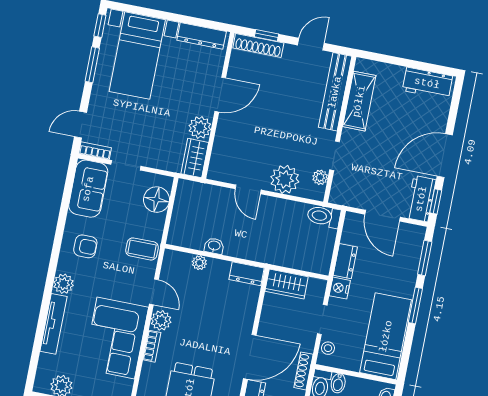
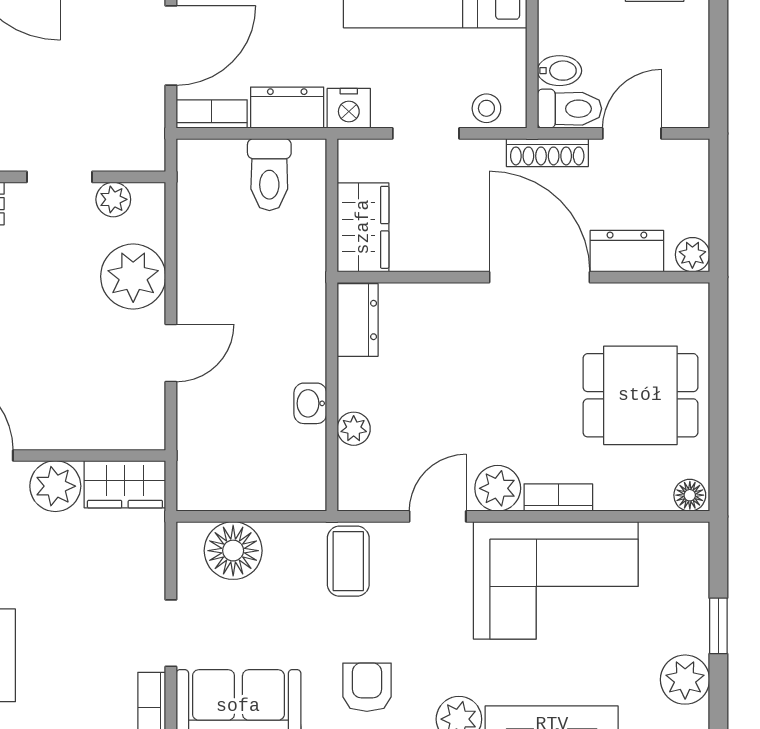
toilet: (324, 216) -> (269, 175), moved
bookcase: (349, 228) -> (212, 114), added

